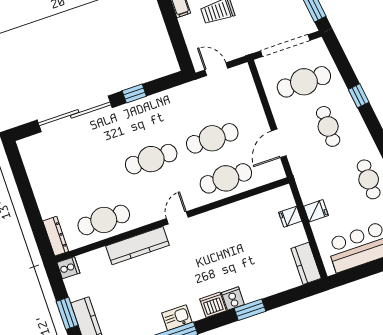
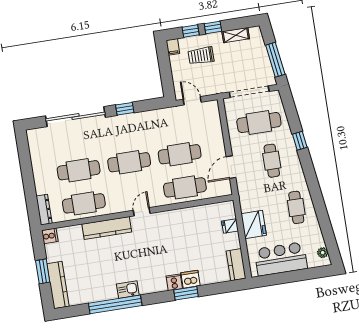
cafe table: (90, 180) -> (79, 170), added
fridge: (316, 211) -> (254, 225), width x1.88, depth x1.34
dishwasher: (213, 305) -> (191, 279), moved

